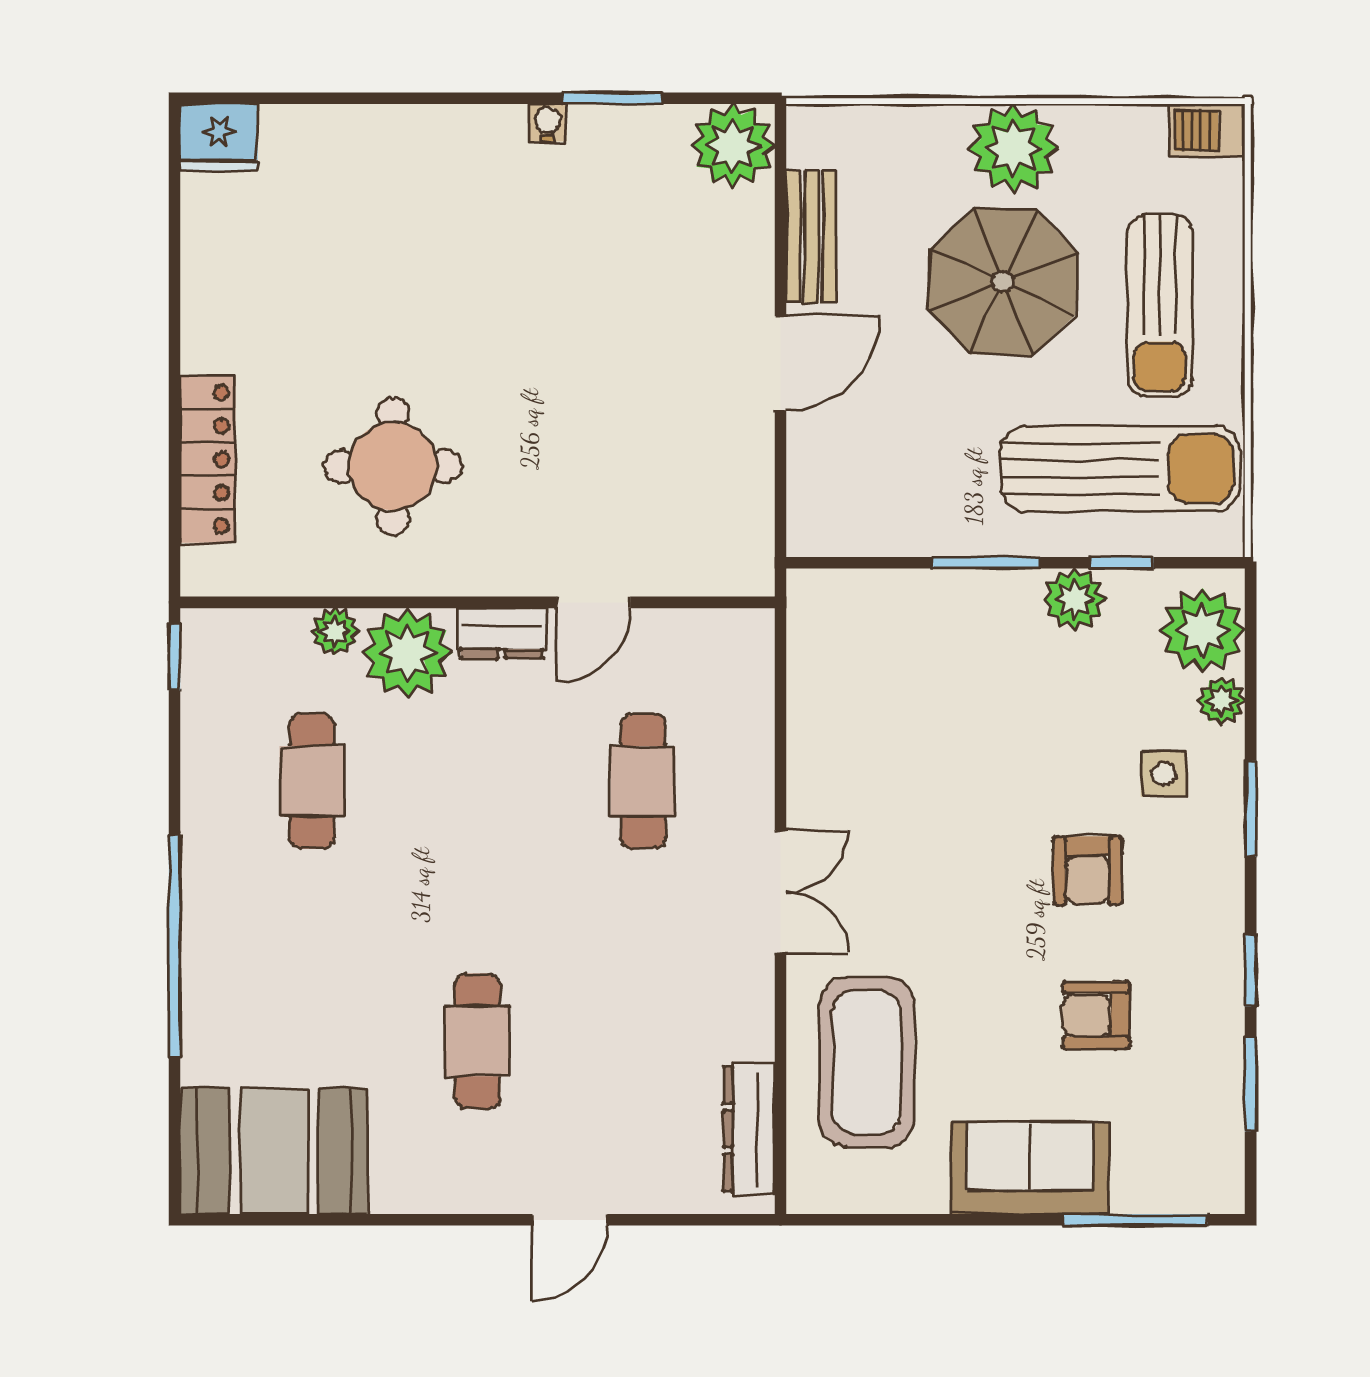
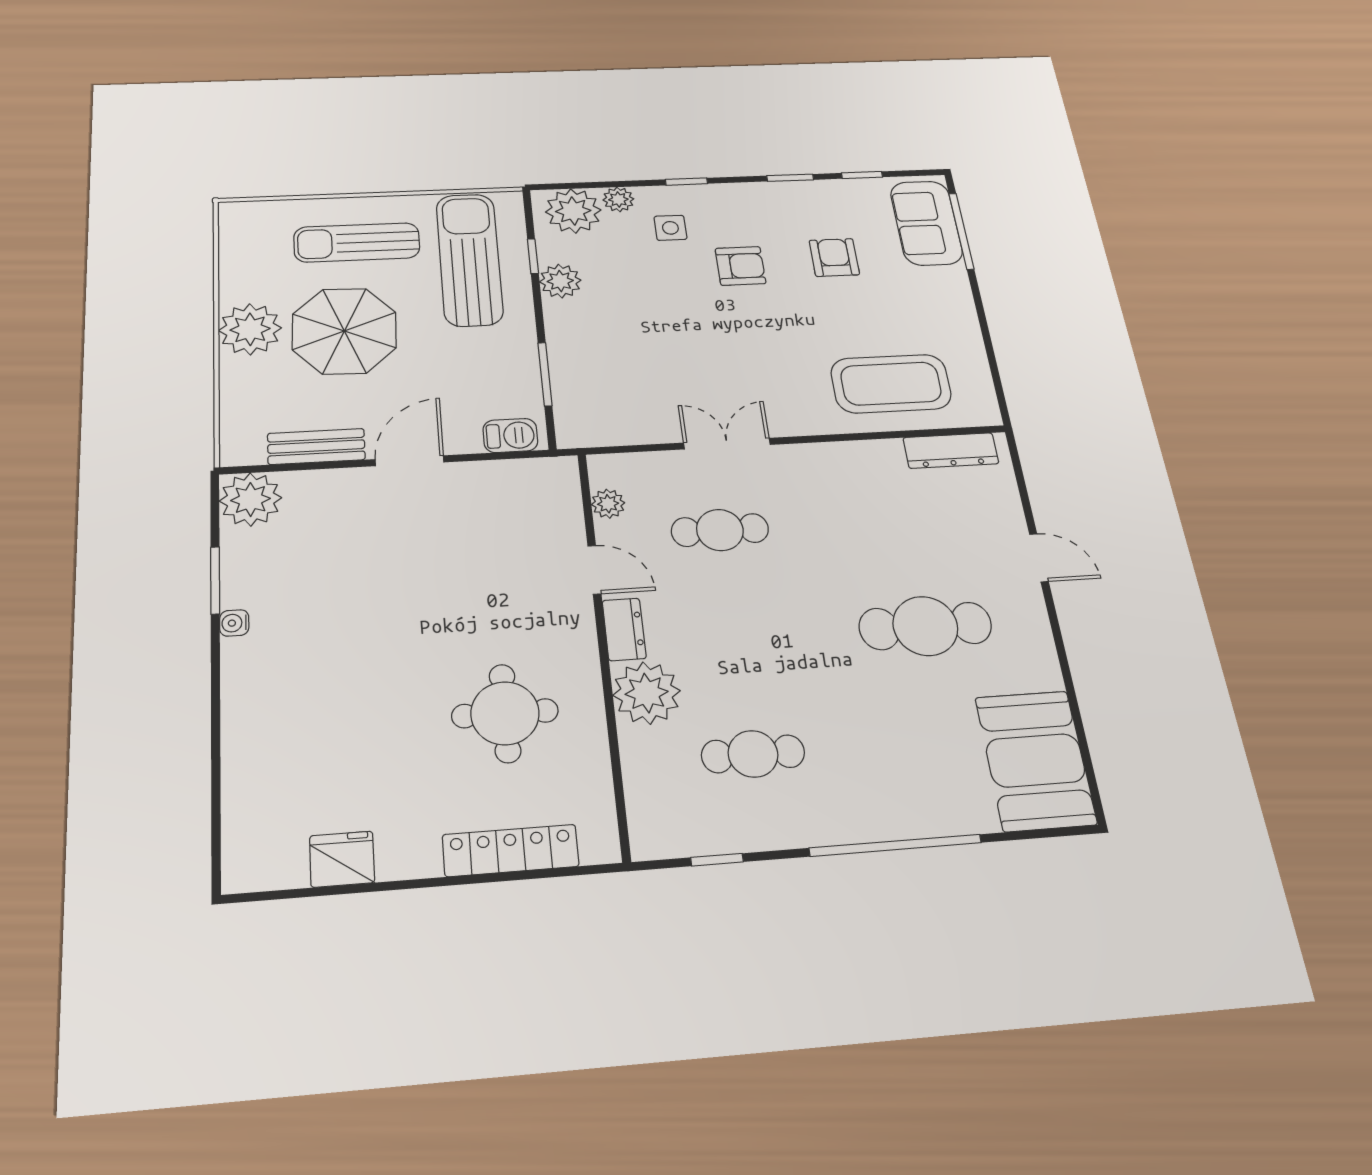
barbecue: (1207, 131) -> (510, 436), moved, turned -90
fridge: (219, 137) -> (342, 859), moved, turned -90
sun lounger: (1160, 305) -> (357, 243), turned 180
door: (781, 363) -> (410, 461), hinge flipped
window: (986, 563) -> (545, 374), moved
plant: (335, 631) -> (608, 504), moved
window: (174, 657) -> (717, 860), moved
window: (1251, 809) -> (686, 182), width x0.67
double door: (781, 892) -> (727, 444), moved
armchair: (1096, 1015) -> (834, 257), turned 180
cafe table: (477, 1041) -> (925, 626), width x1.37, depth x1.35
window: (1251, 1084) -> (862, 175), width x0.67
sofa: (1030, 1168) -> (926, 223), moved

